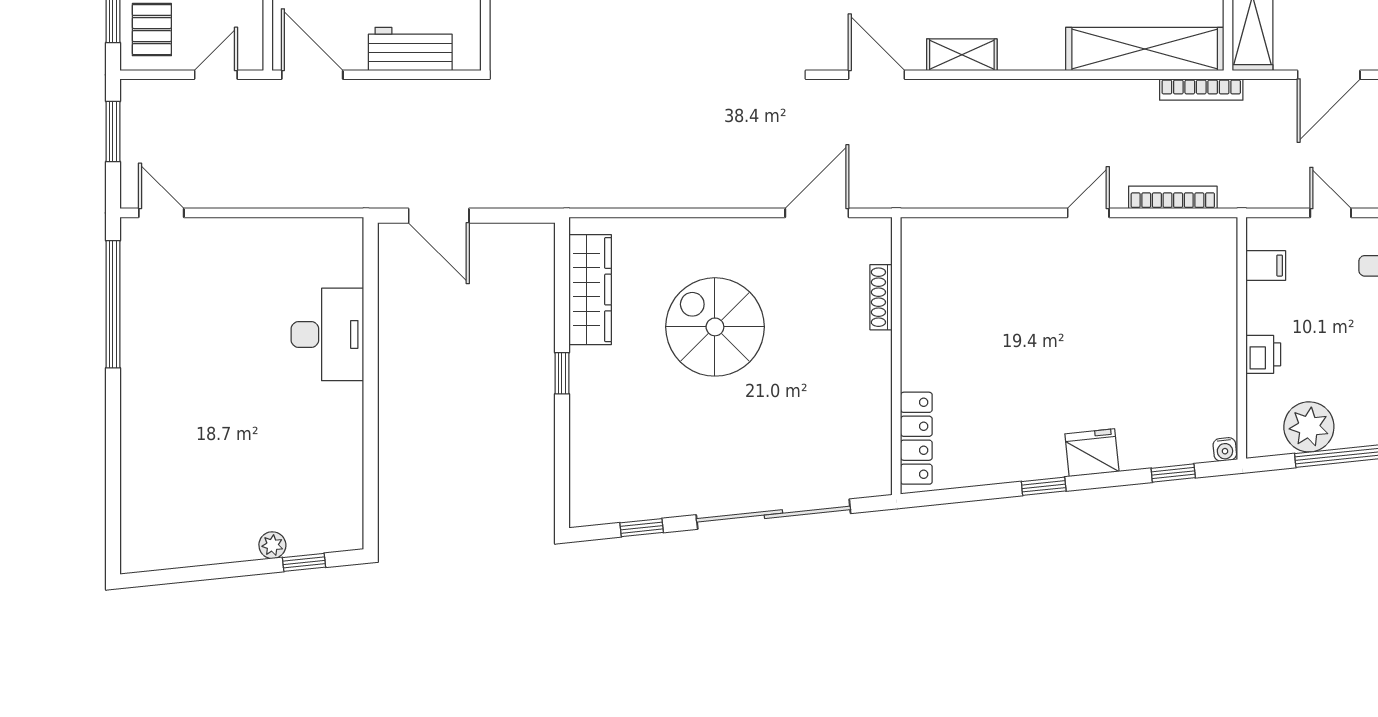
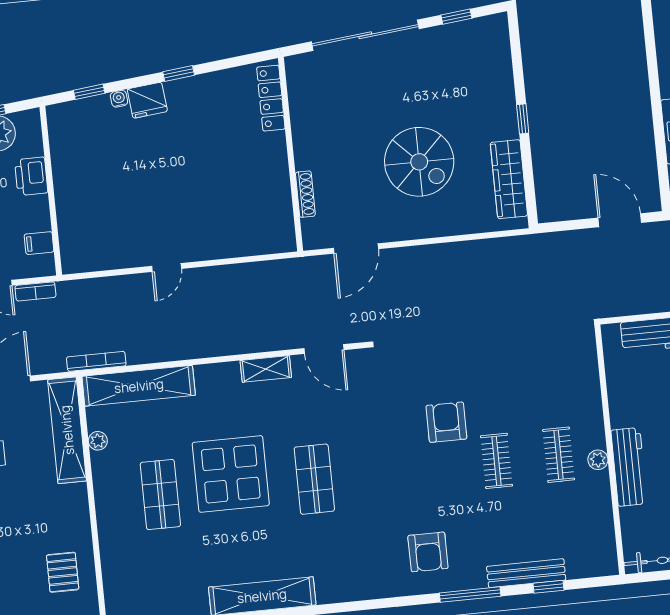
bookcase: (1173, 197) -> (35, 291), moved, width x0.64
printer: (1263, 354) -> (31, 176), width x1.36, depth x1.24
water cooler: (1225, 449) -> (119, 99), moved

